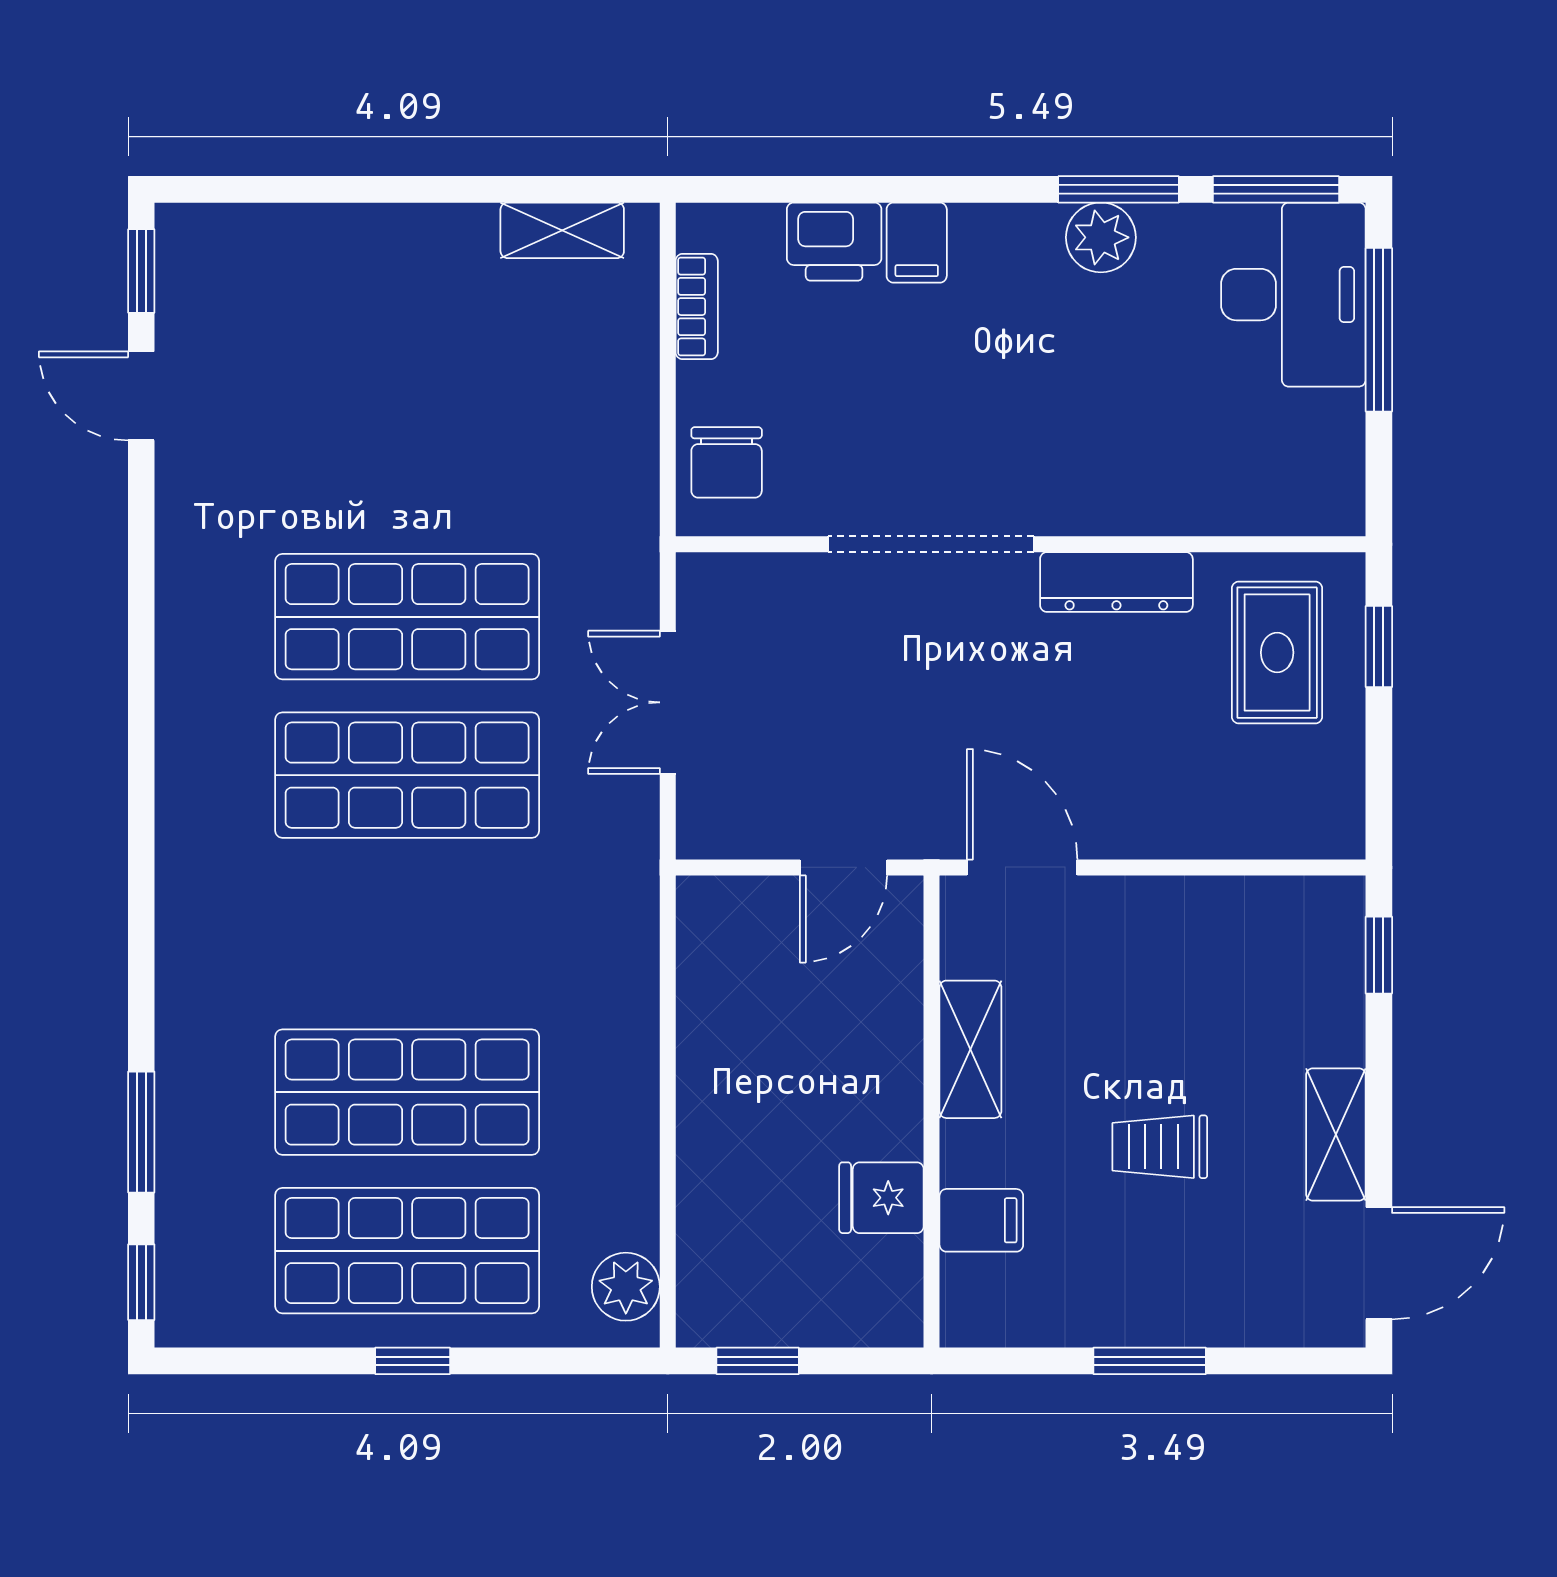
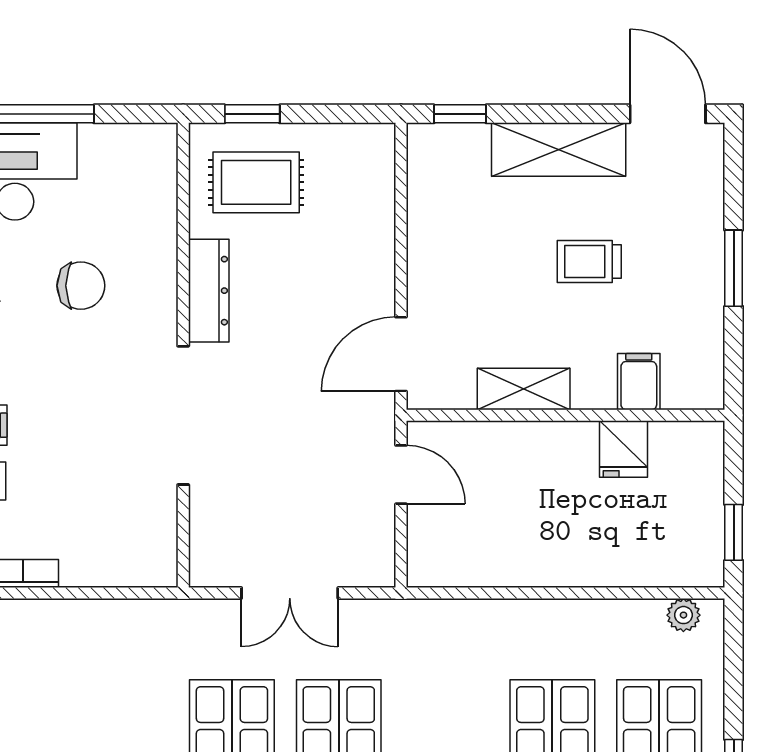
chair: (727, 462) -> (81, 286), moved
shelving: (1336, 1135) -> (559, 149), width x1.50, depth x1.33
trolley: (1160, 1147) -> (589, 261), turned 90
plant: (626, 1287) -> (683, 615), width x0.73, depth x0.73

